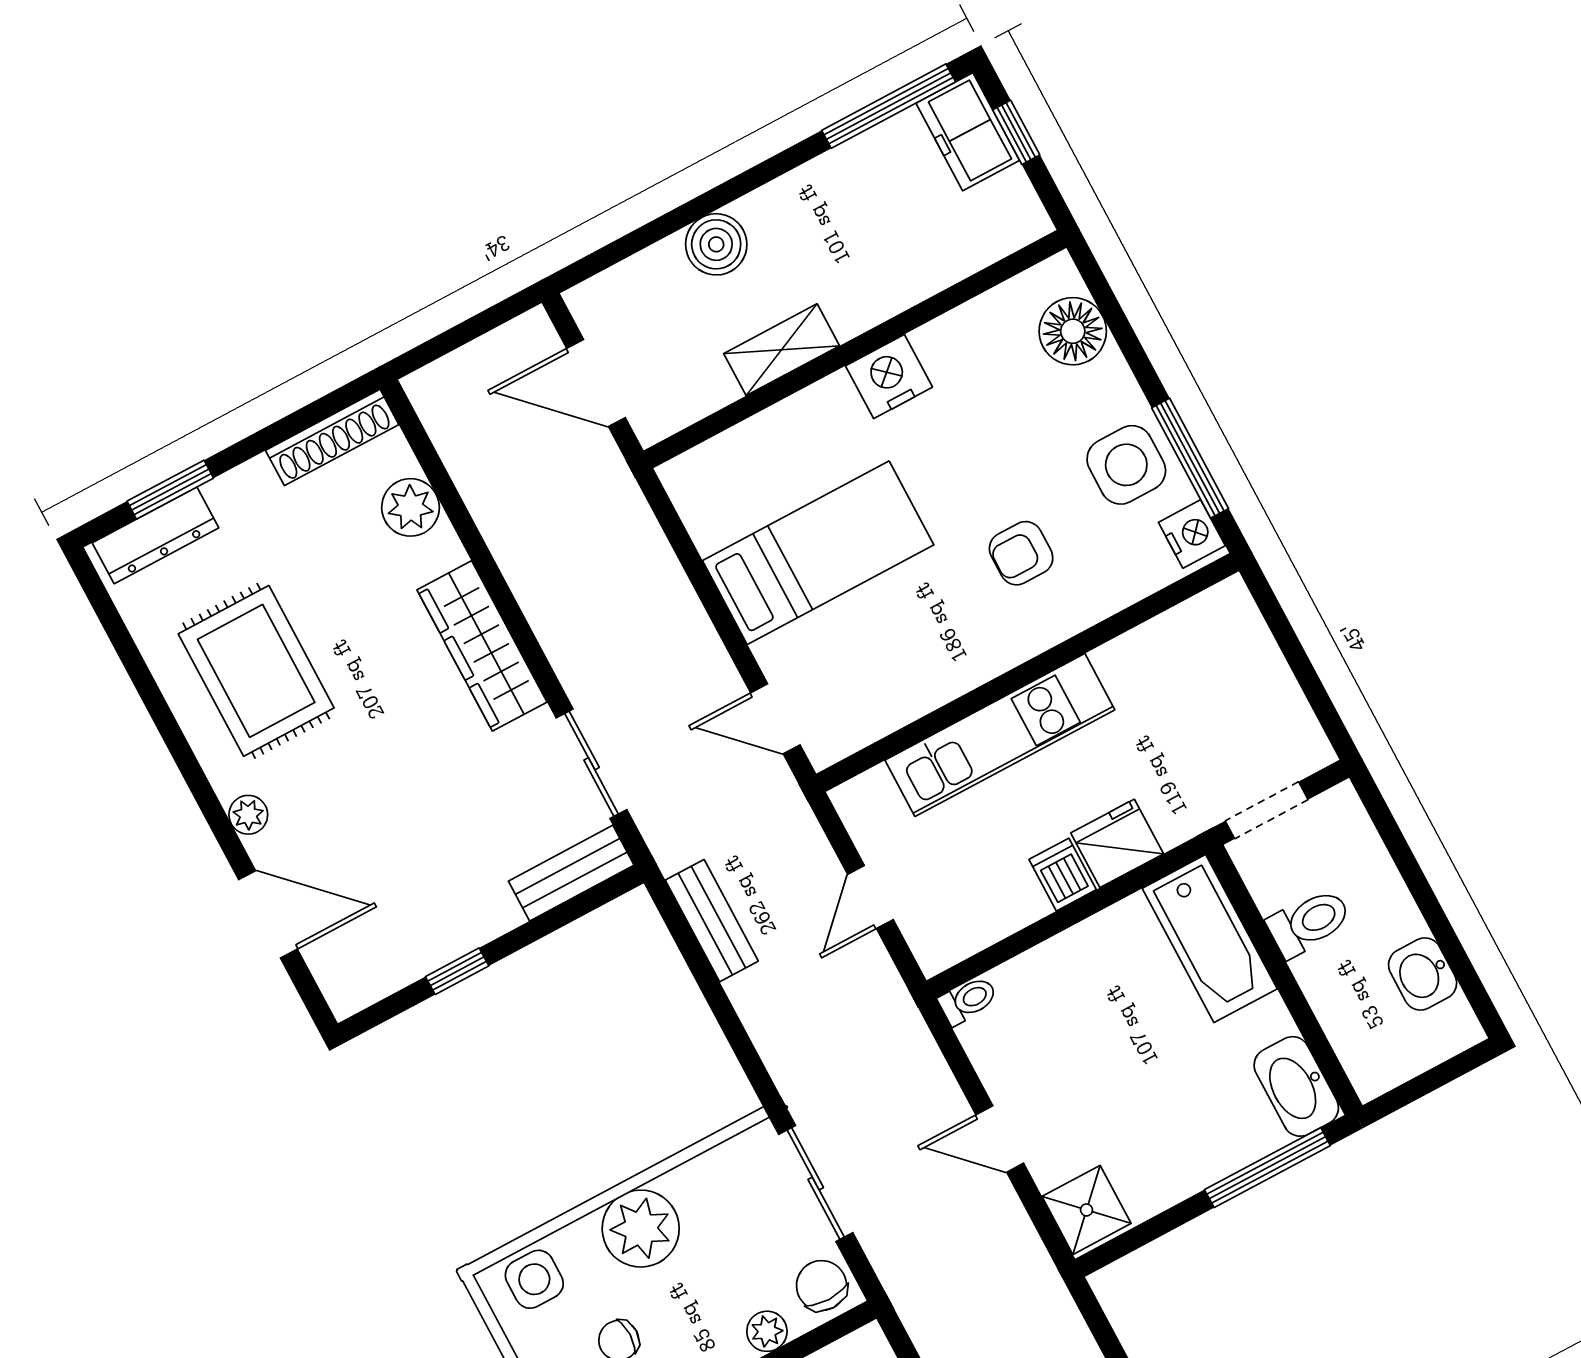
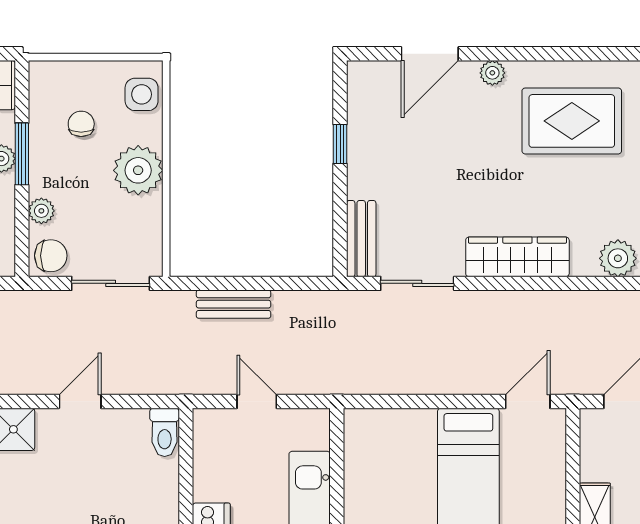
door: (775, 719) -> (528, 401), moved
bench: (712, 921) -> (234, 304), moved
toilet: (968, 1000) -> (165, 432), width x1.37, depth x1.39

